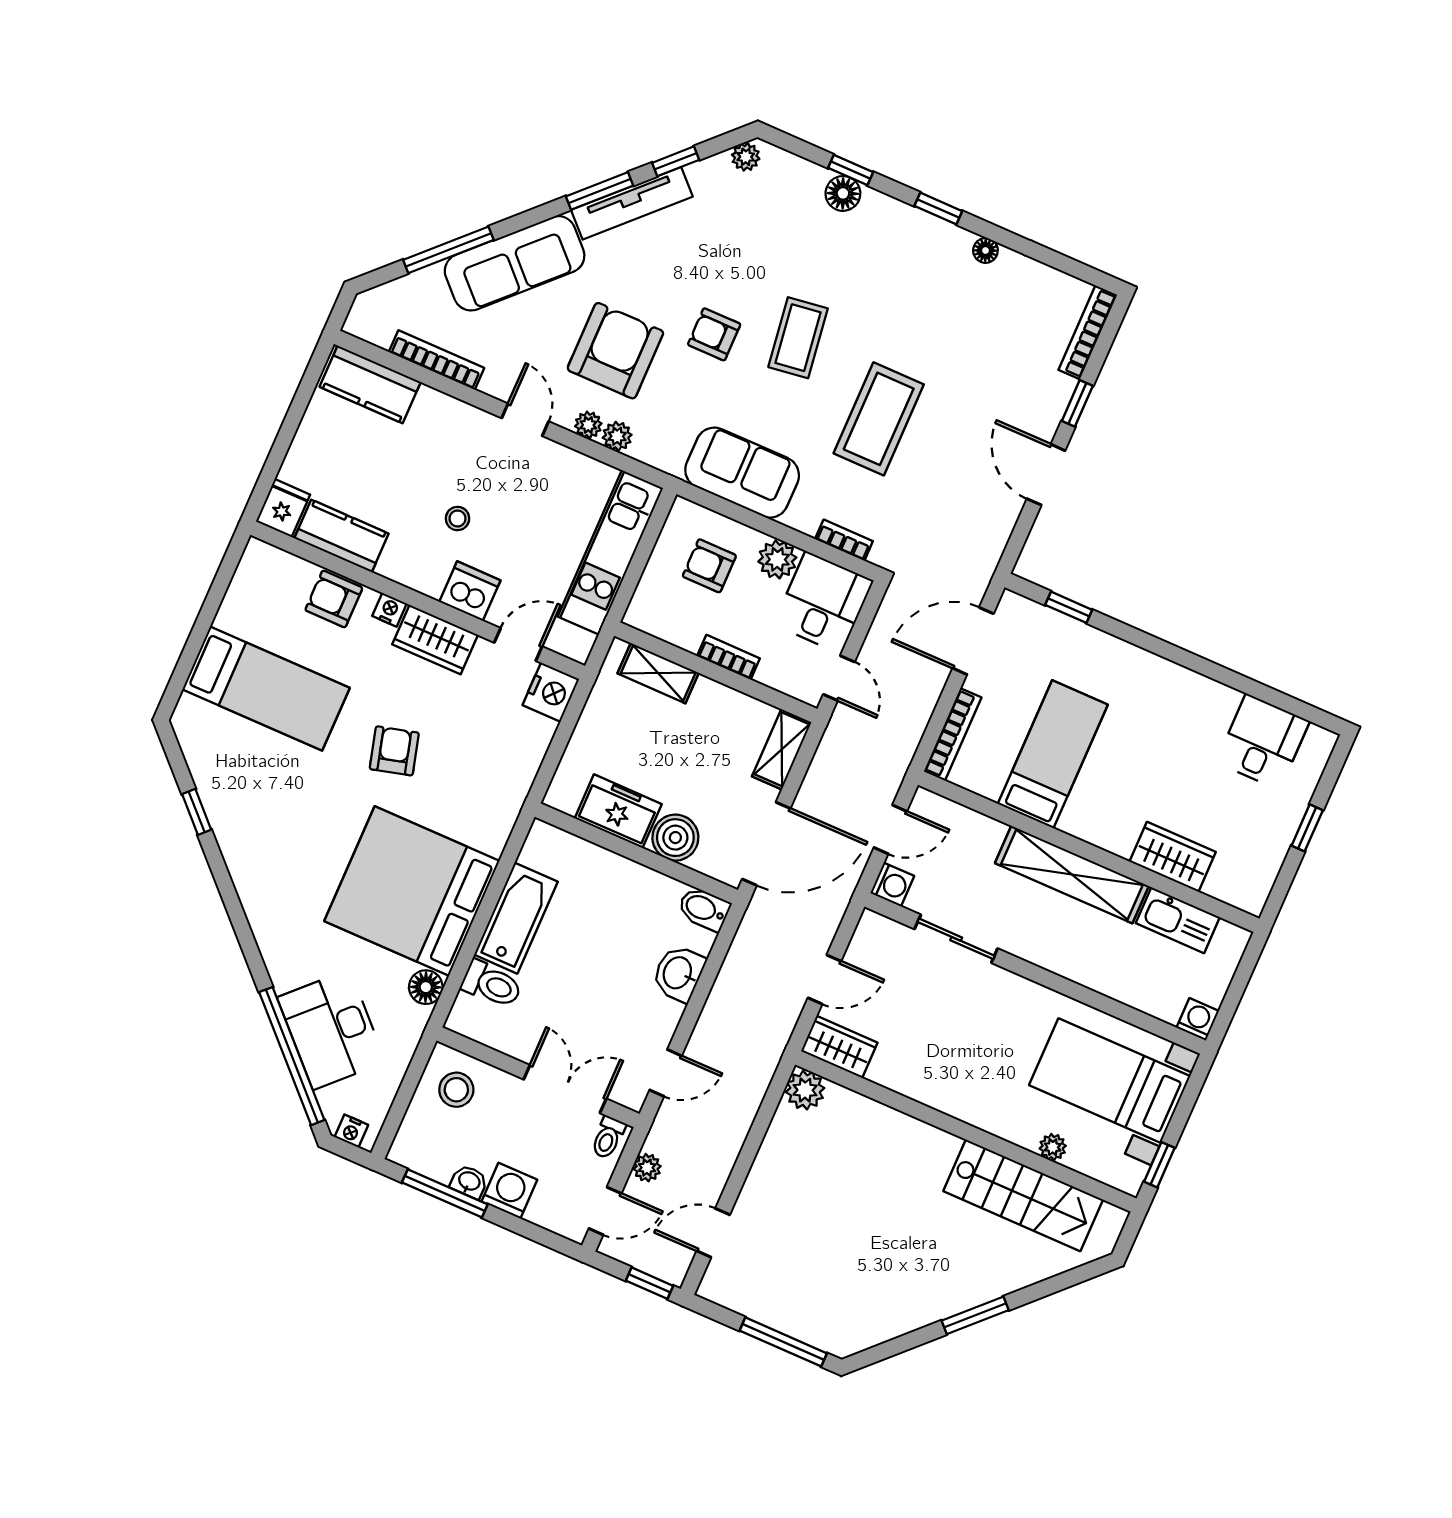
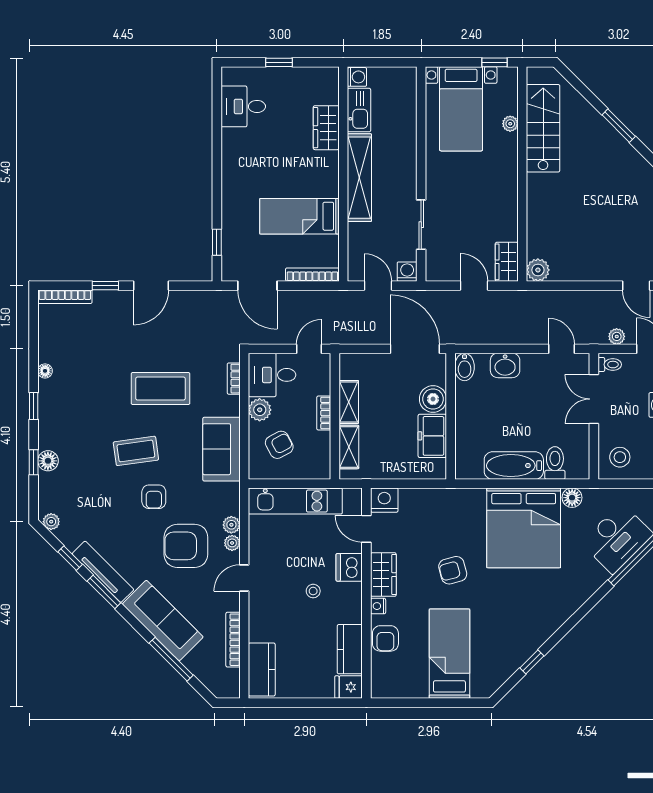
armchair: (709, 566) -> (279, 445), turned -118
shelving: (782, 749) -> (349, 402), moved, turned 90
washing machine: (1198, 1019) -> (357, 77), moved, turned 180

